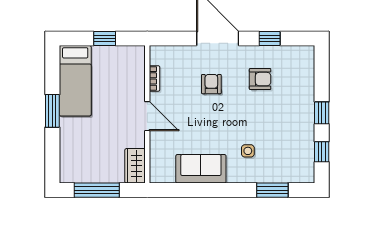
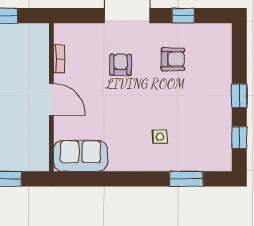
wardrobe: (135, 166) -> (38, 153), removed
sofa: (201, 169) -> (81, 156), moved

